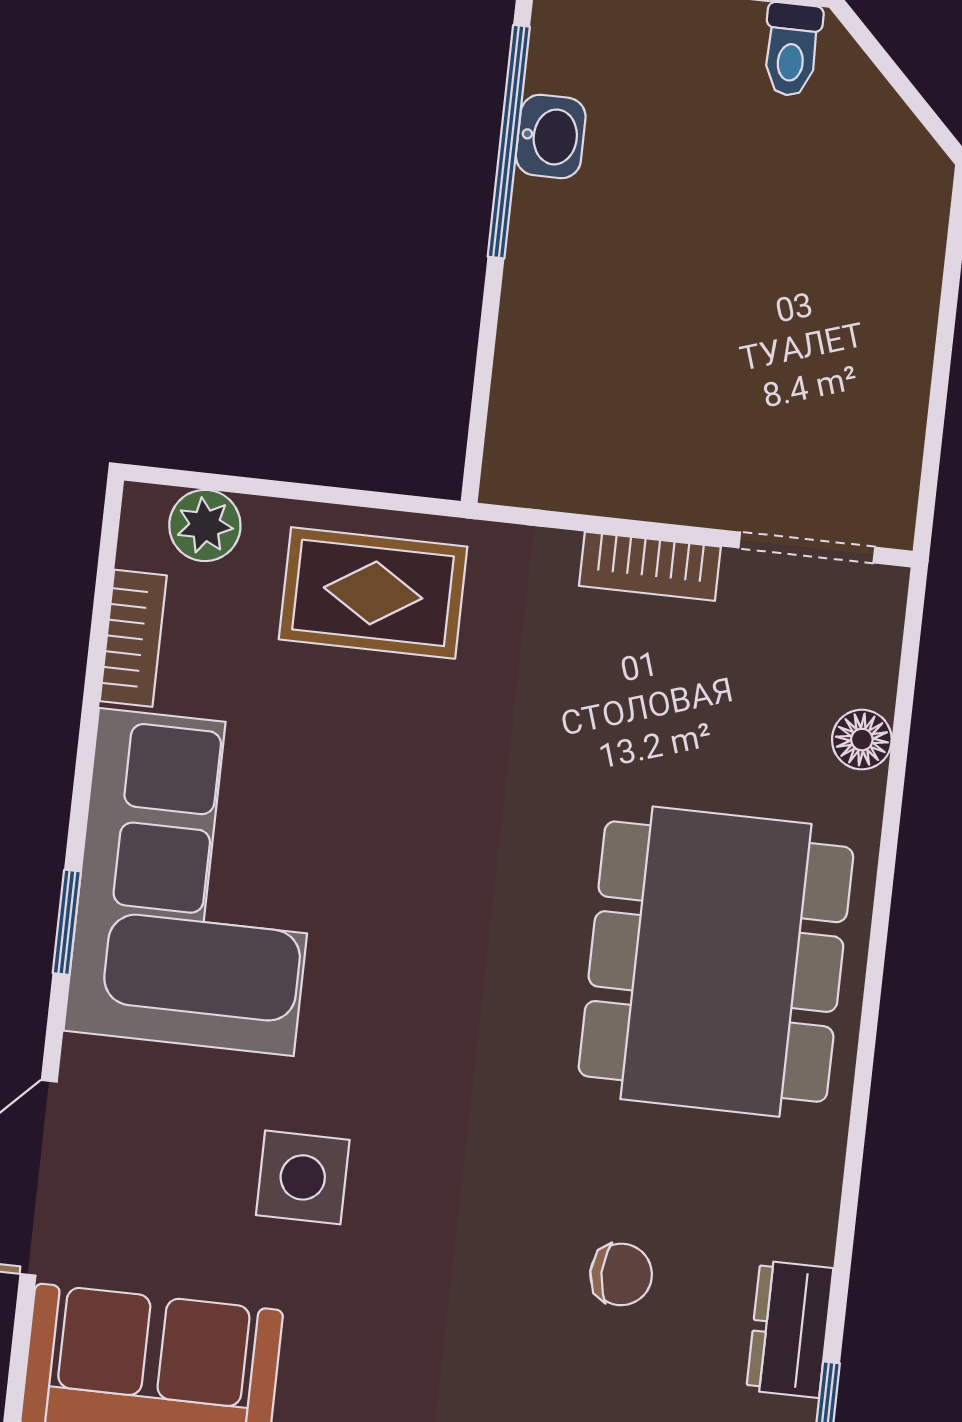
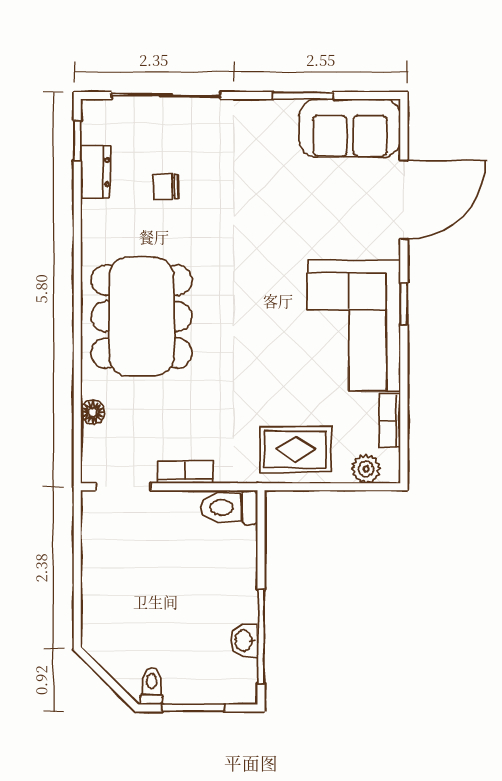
toilet: (552, 468) -> (229, 507), added
side table: (303, 1177) -> (298, 212), removed

